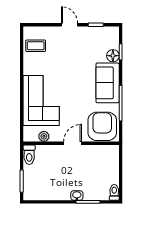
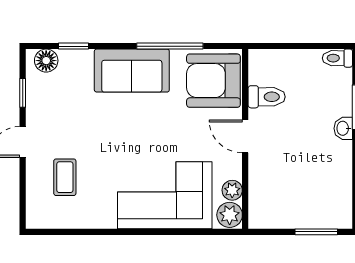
coffee table: (36, 46) -> (65, 177), moved
floor lamp: (113, 56) -> (46, 61), moved
plant: (31, 135) -> (230, 215), added
toilet: (29, 155) -> (267, 97), moved

